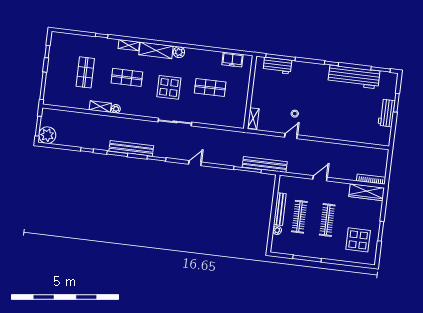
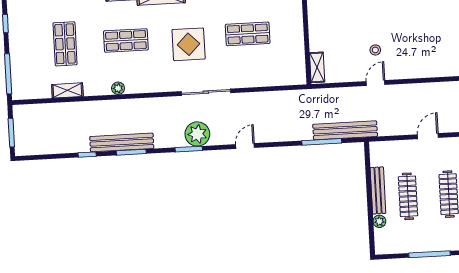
shelving: (100, 107) -> (67, 90), moved
plant: (47, 135) -> (197, 134), moved
bench: (131, 148) -> (122, 142), moved

